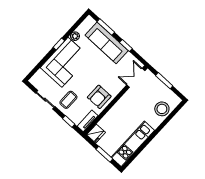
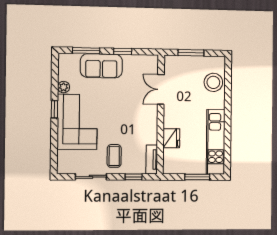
sofa: (107, 43) -> (101, 66), width x0.73
double door: (136, 78) -> (161, 89), moved
armchair: (99, 97) -> (142, 126), removed
fridge: (96, 134) -> (171, 138), moved

